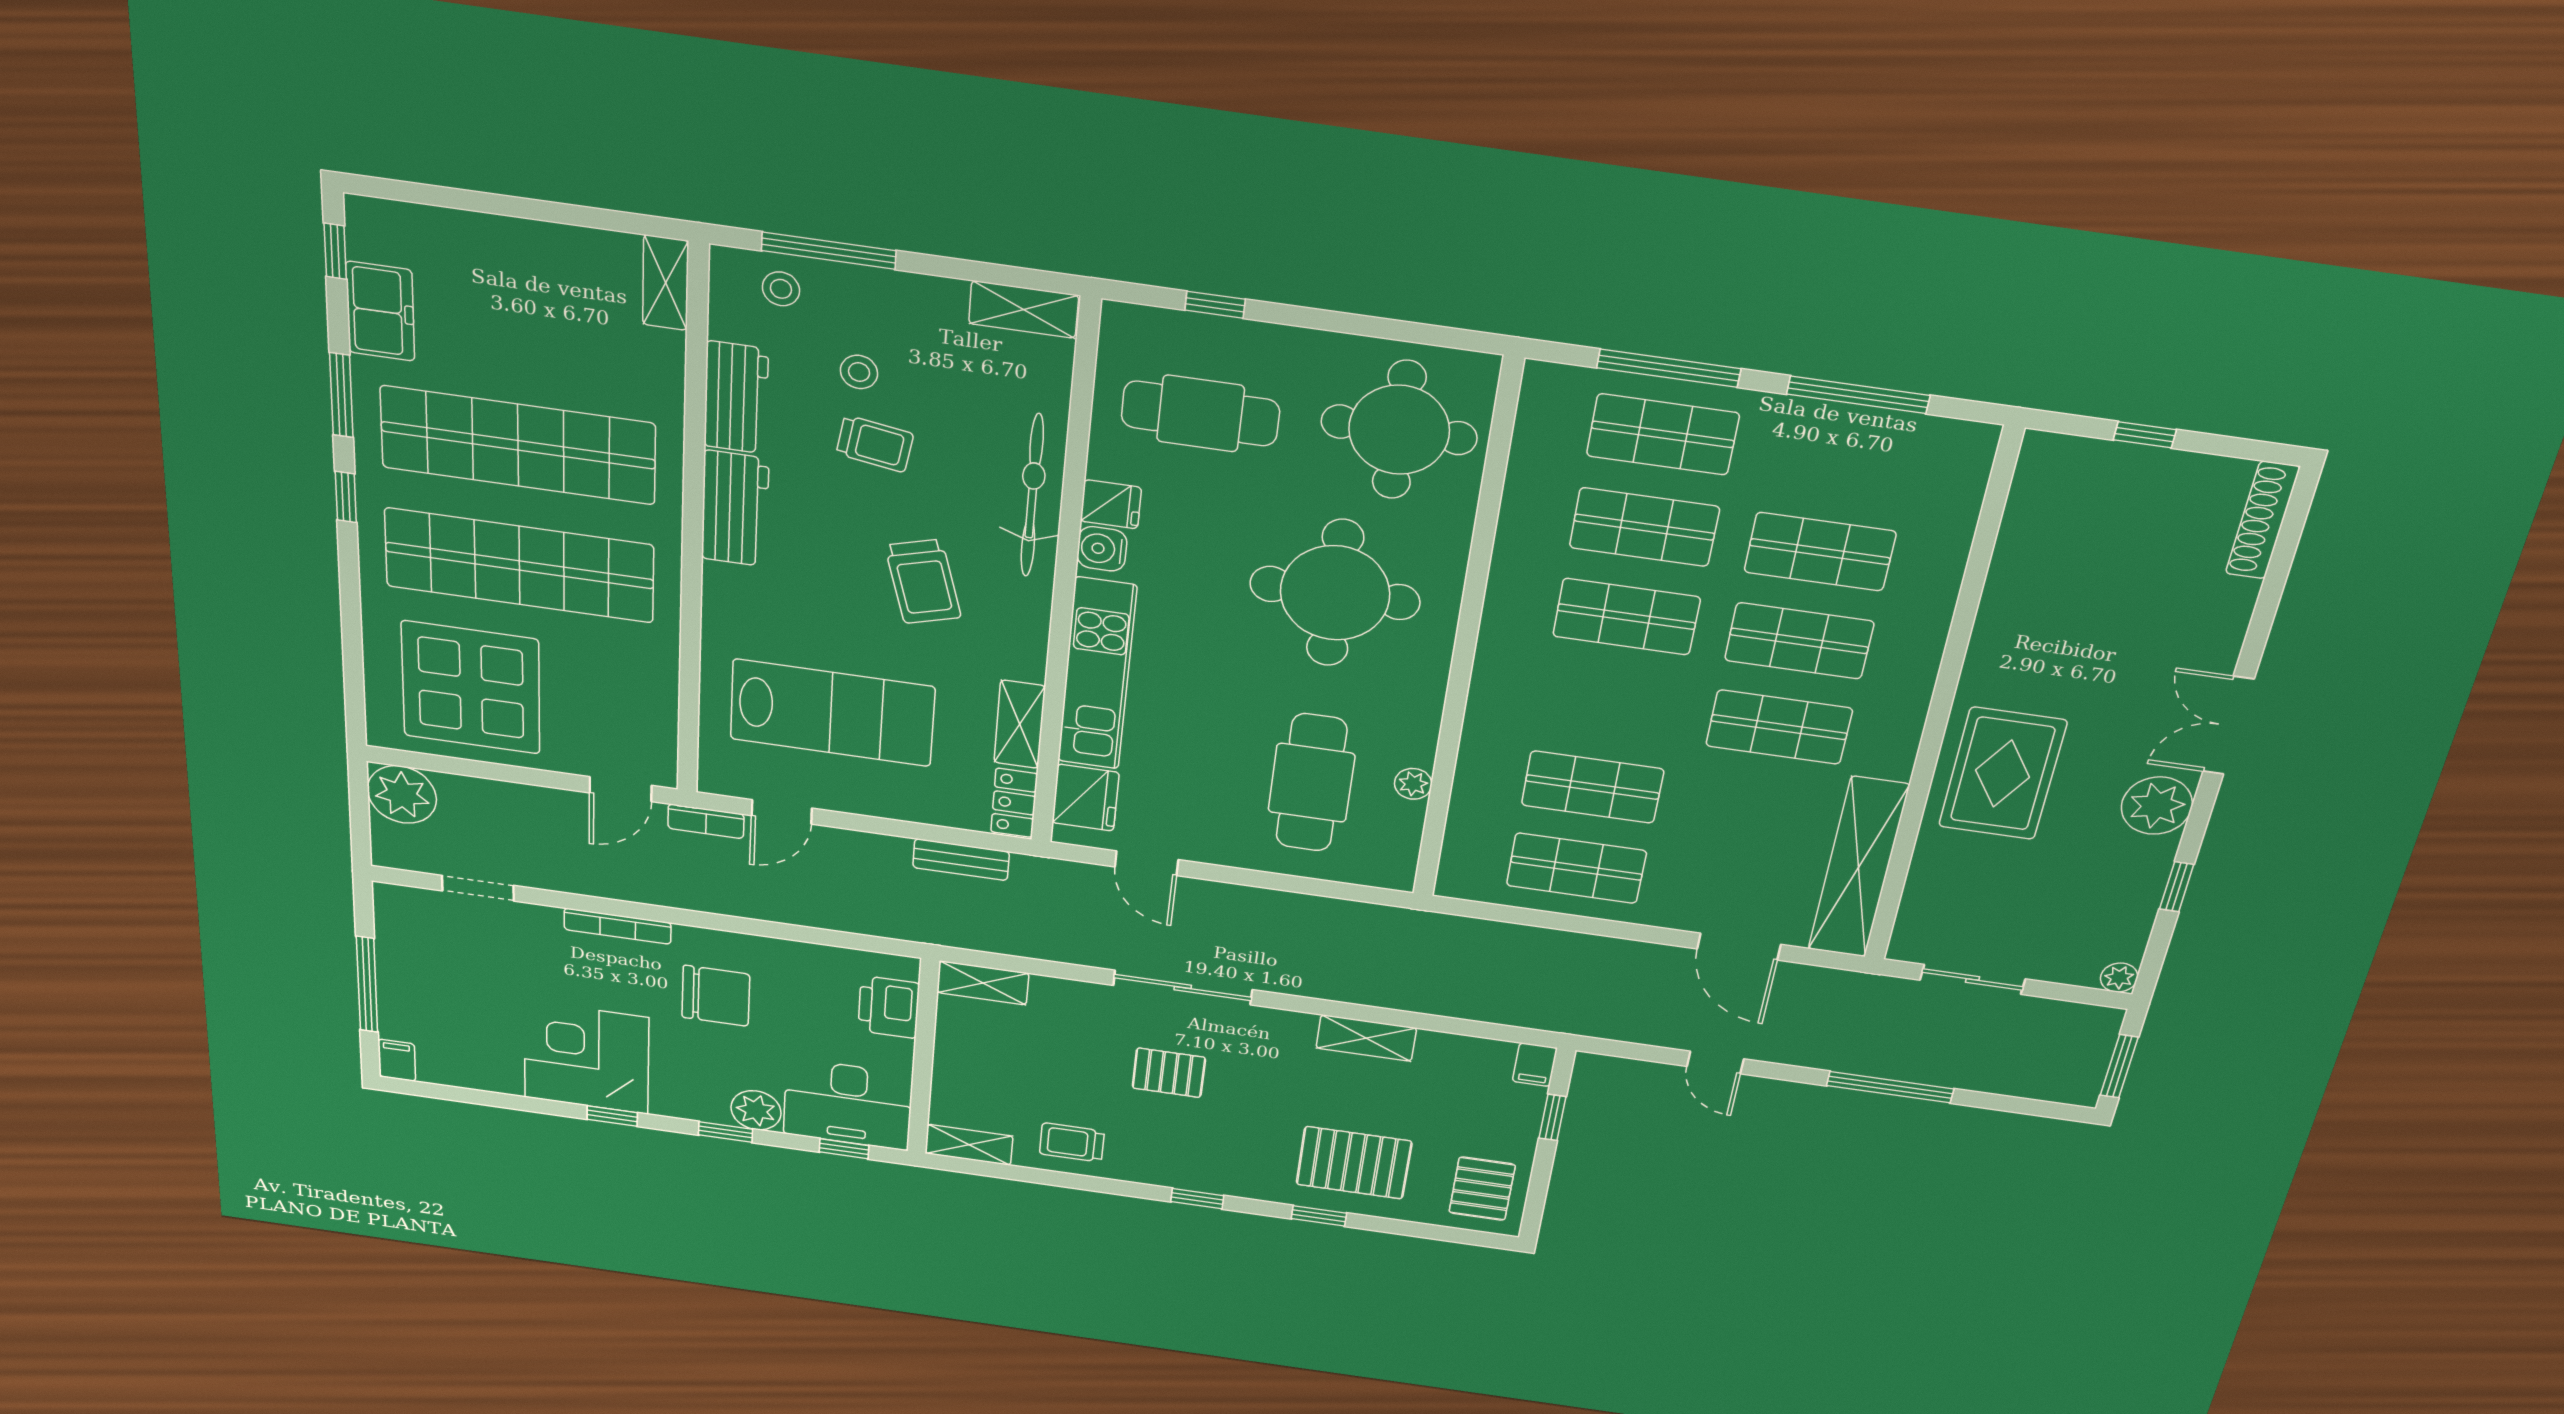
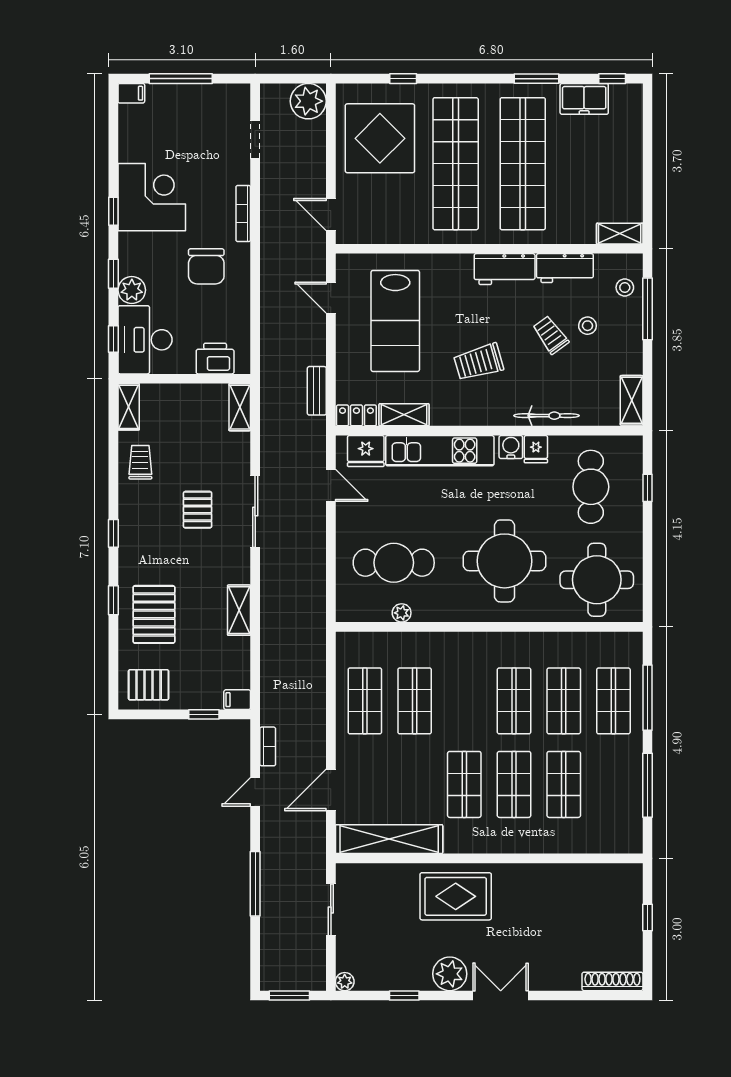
trolley: (875, 444) -> (551, 335), turned 135
bicycle: (1032, 496) -> (547, 416), width x0.73, depth x0.71
window: (346, 497) -> (403, 79), moved
bookcase: (706, 821) -> (268, 746), moved, turned 180
door: (1147, 863) -> (331, 485), swing flipped

